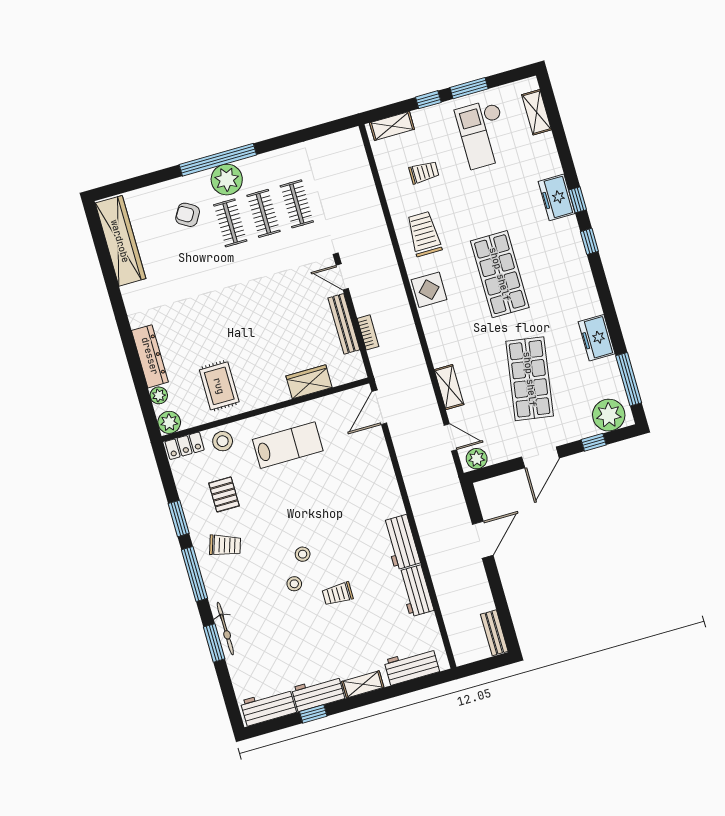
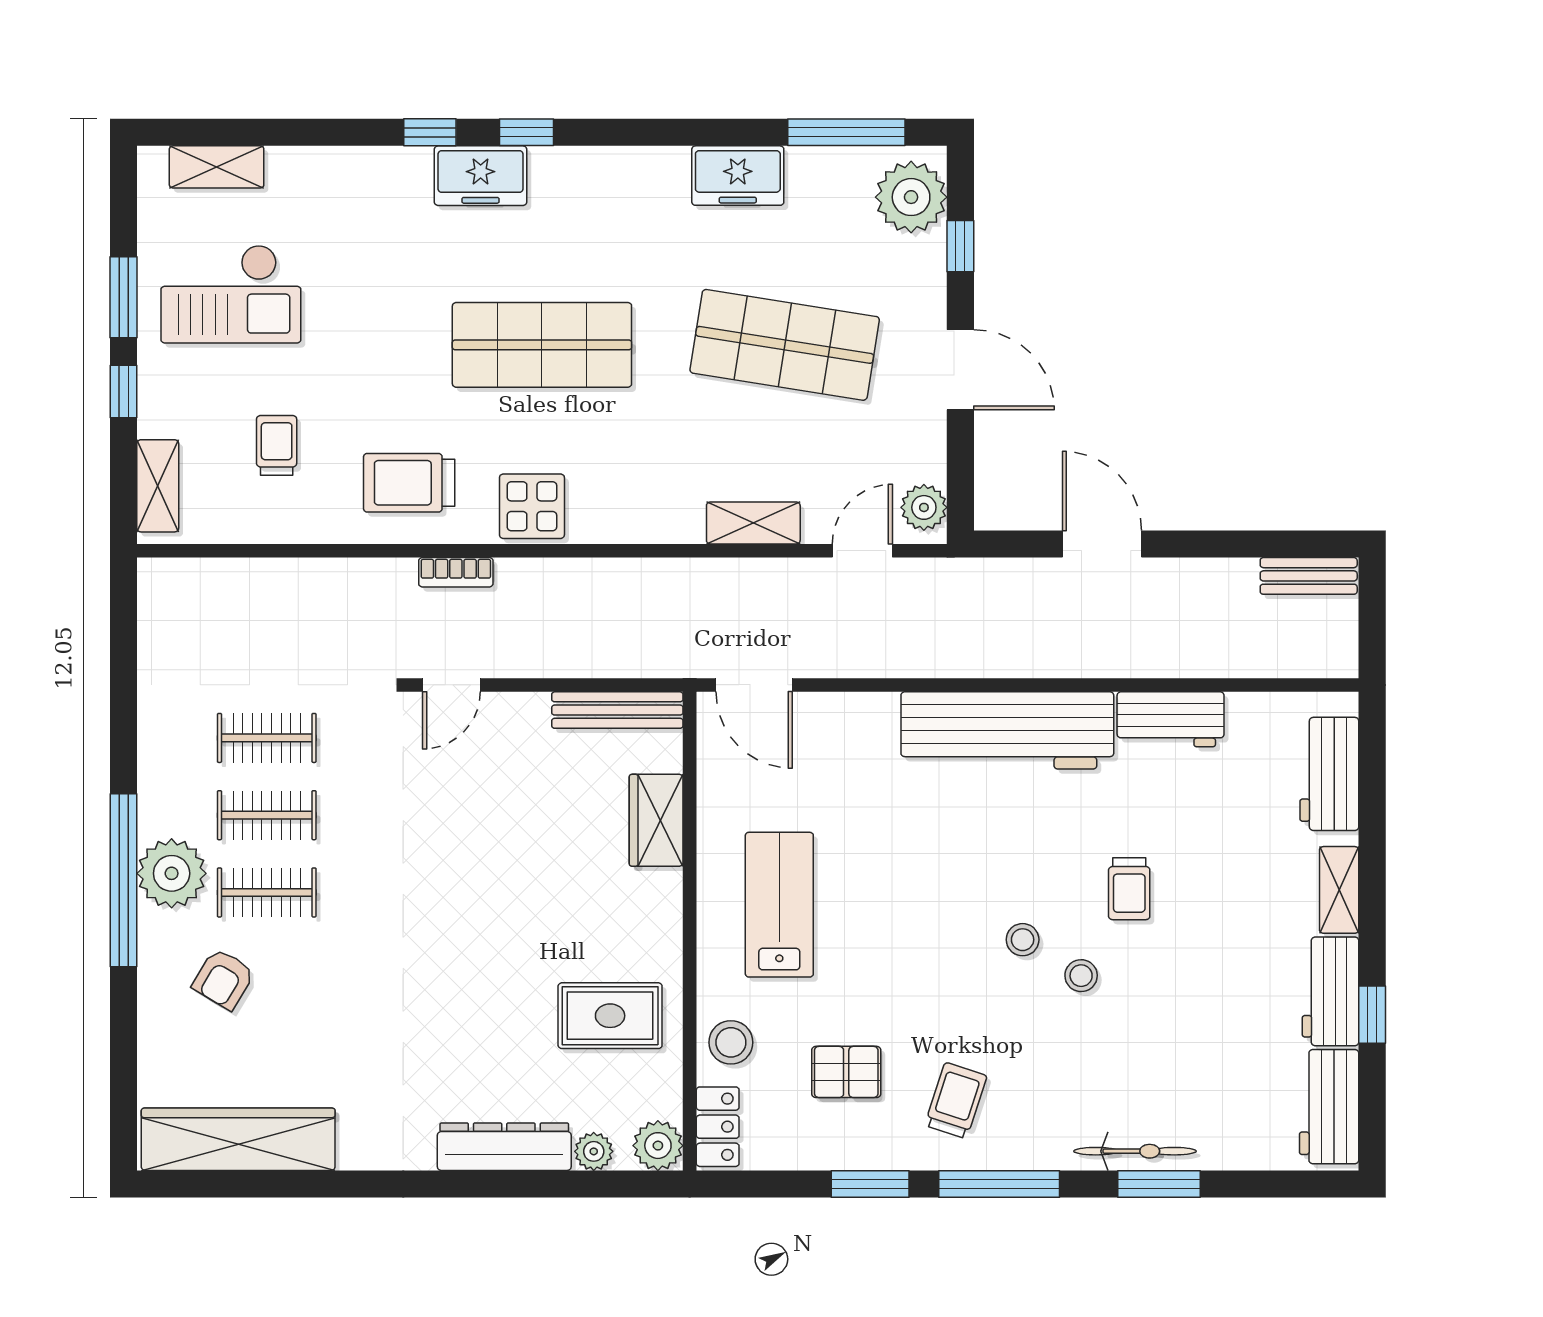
freezer: (557, 197) -> (481, 176), moved
bench: (344, 324) -> (617, 710), moved
bookcase: (368, 332) -> (456, 572), moved, turned 180
workbench: (401, 542) -> (1007, 730), width x1.88, depth x1.32

